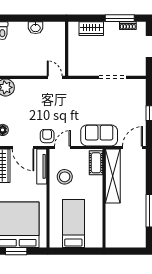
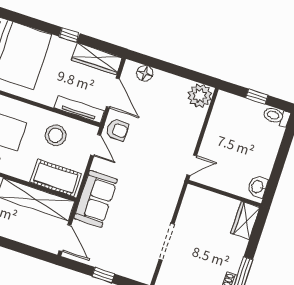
washbasin: (36, 28) -> (258, 187), moved
wardrobe: (91, 29) -> (245, 220), moved
door: (23, 147) -> (113, 93), swing flipped
cot: (96, 163) -> (56, 178), width x1.37, depth x1.34

